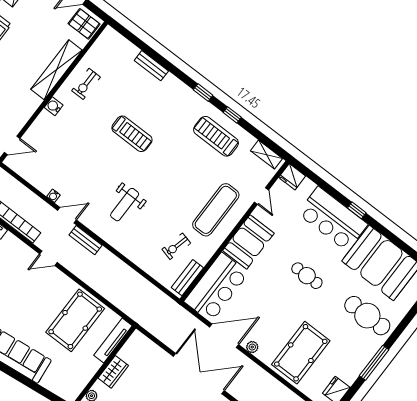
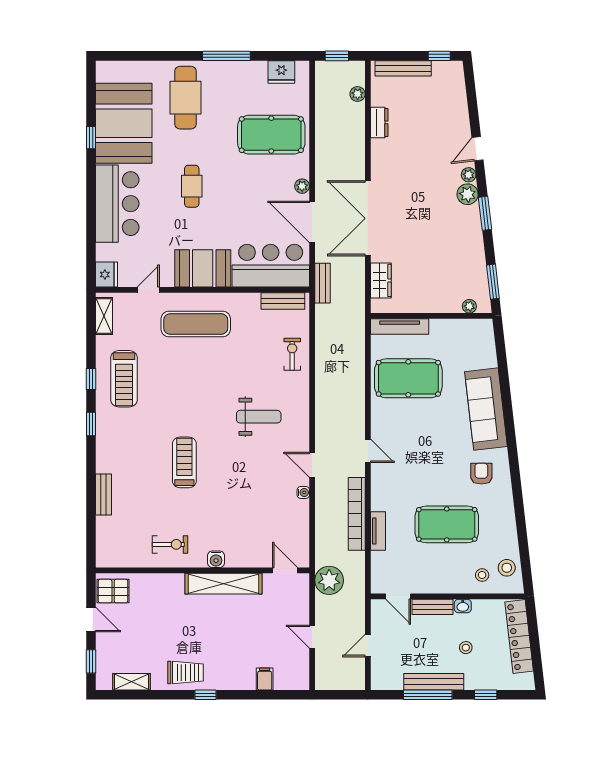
pallet: (84, 24) -> (113, 591), turned 90
shelving: (56, 70) -> (223, 584), moved
window: (357, 210) -> (91, 138), moved
bench: (86, 240) -> (322, 283), moved
exercise bike: (176, 246) -> (292, 354), moved, turned -104
wardrobe: (113, 372) -> (381, 280), moved, turned 90

